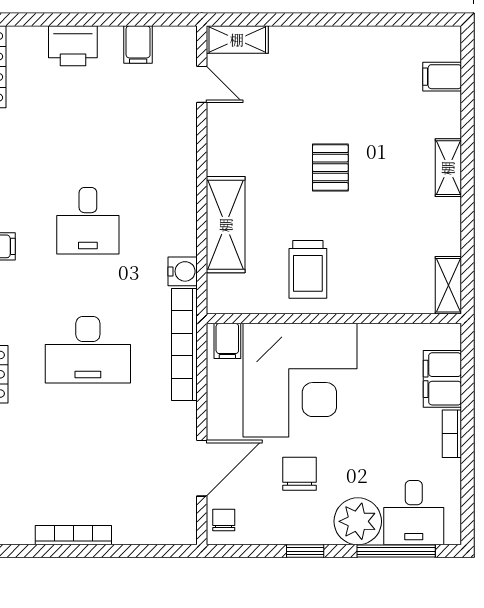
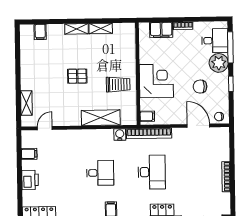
shelving: (237, 40) -> (26, 103), moved
shelving: (448, 285) -> (101, 28), moved
corner desk: (300, 380) -> (156, 81), width x0.74, depth x0.74

